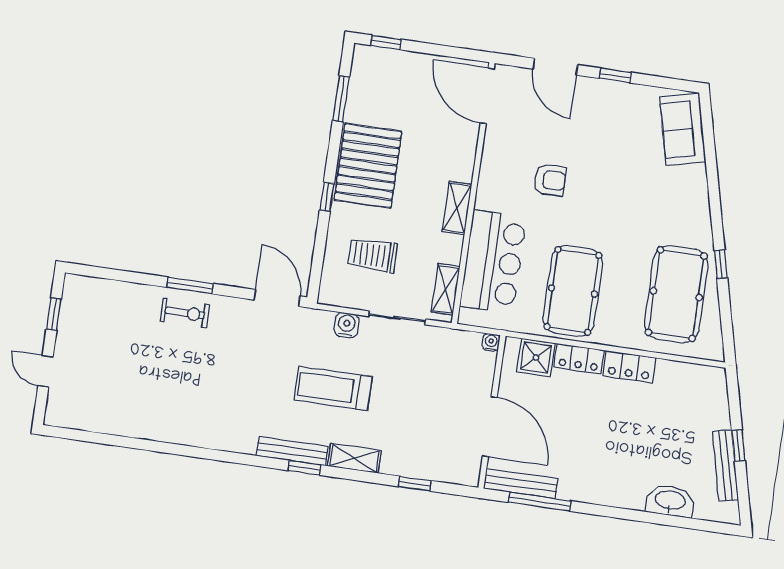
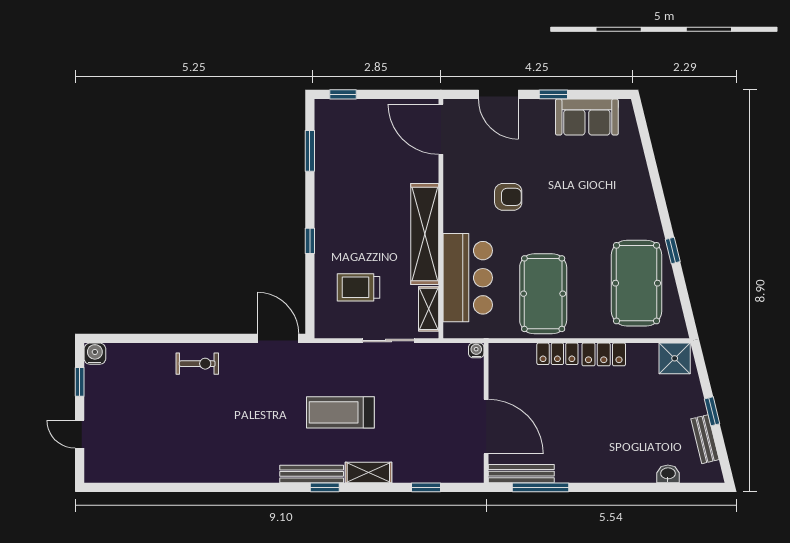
sofa: (683, 129) -> (587, 117), moved, turned -76
pallet: (368, 166) -> (343, 208), removed
shelving: (457, 208) -> (425, 234), width x2.20, depth x1.33
window: (190, 285) -> (198, 338), removed
water cooler: (347, 325) -> (95, 354), moved
shower: (536, 358) -> (675, 358), moved
bench: (725, 466) -> (705, 439), width x0.73
washbasin: (670, 501) -> (668, 474), width x0.52, depth x0.69

